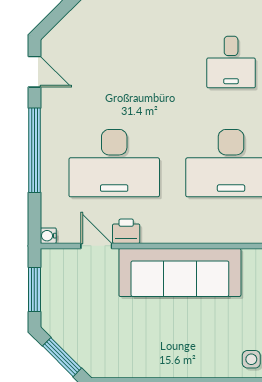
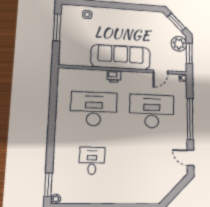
printer: (126, 231) -> (114, 76), moved
door: (96, 246) -> (161, 72), hinge flipped
plant: (57, 309) -> (179, 44), added

